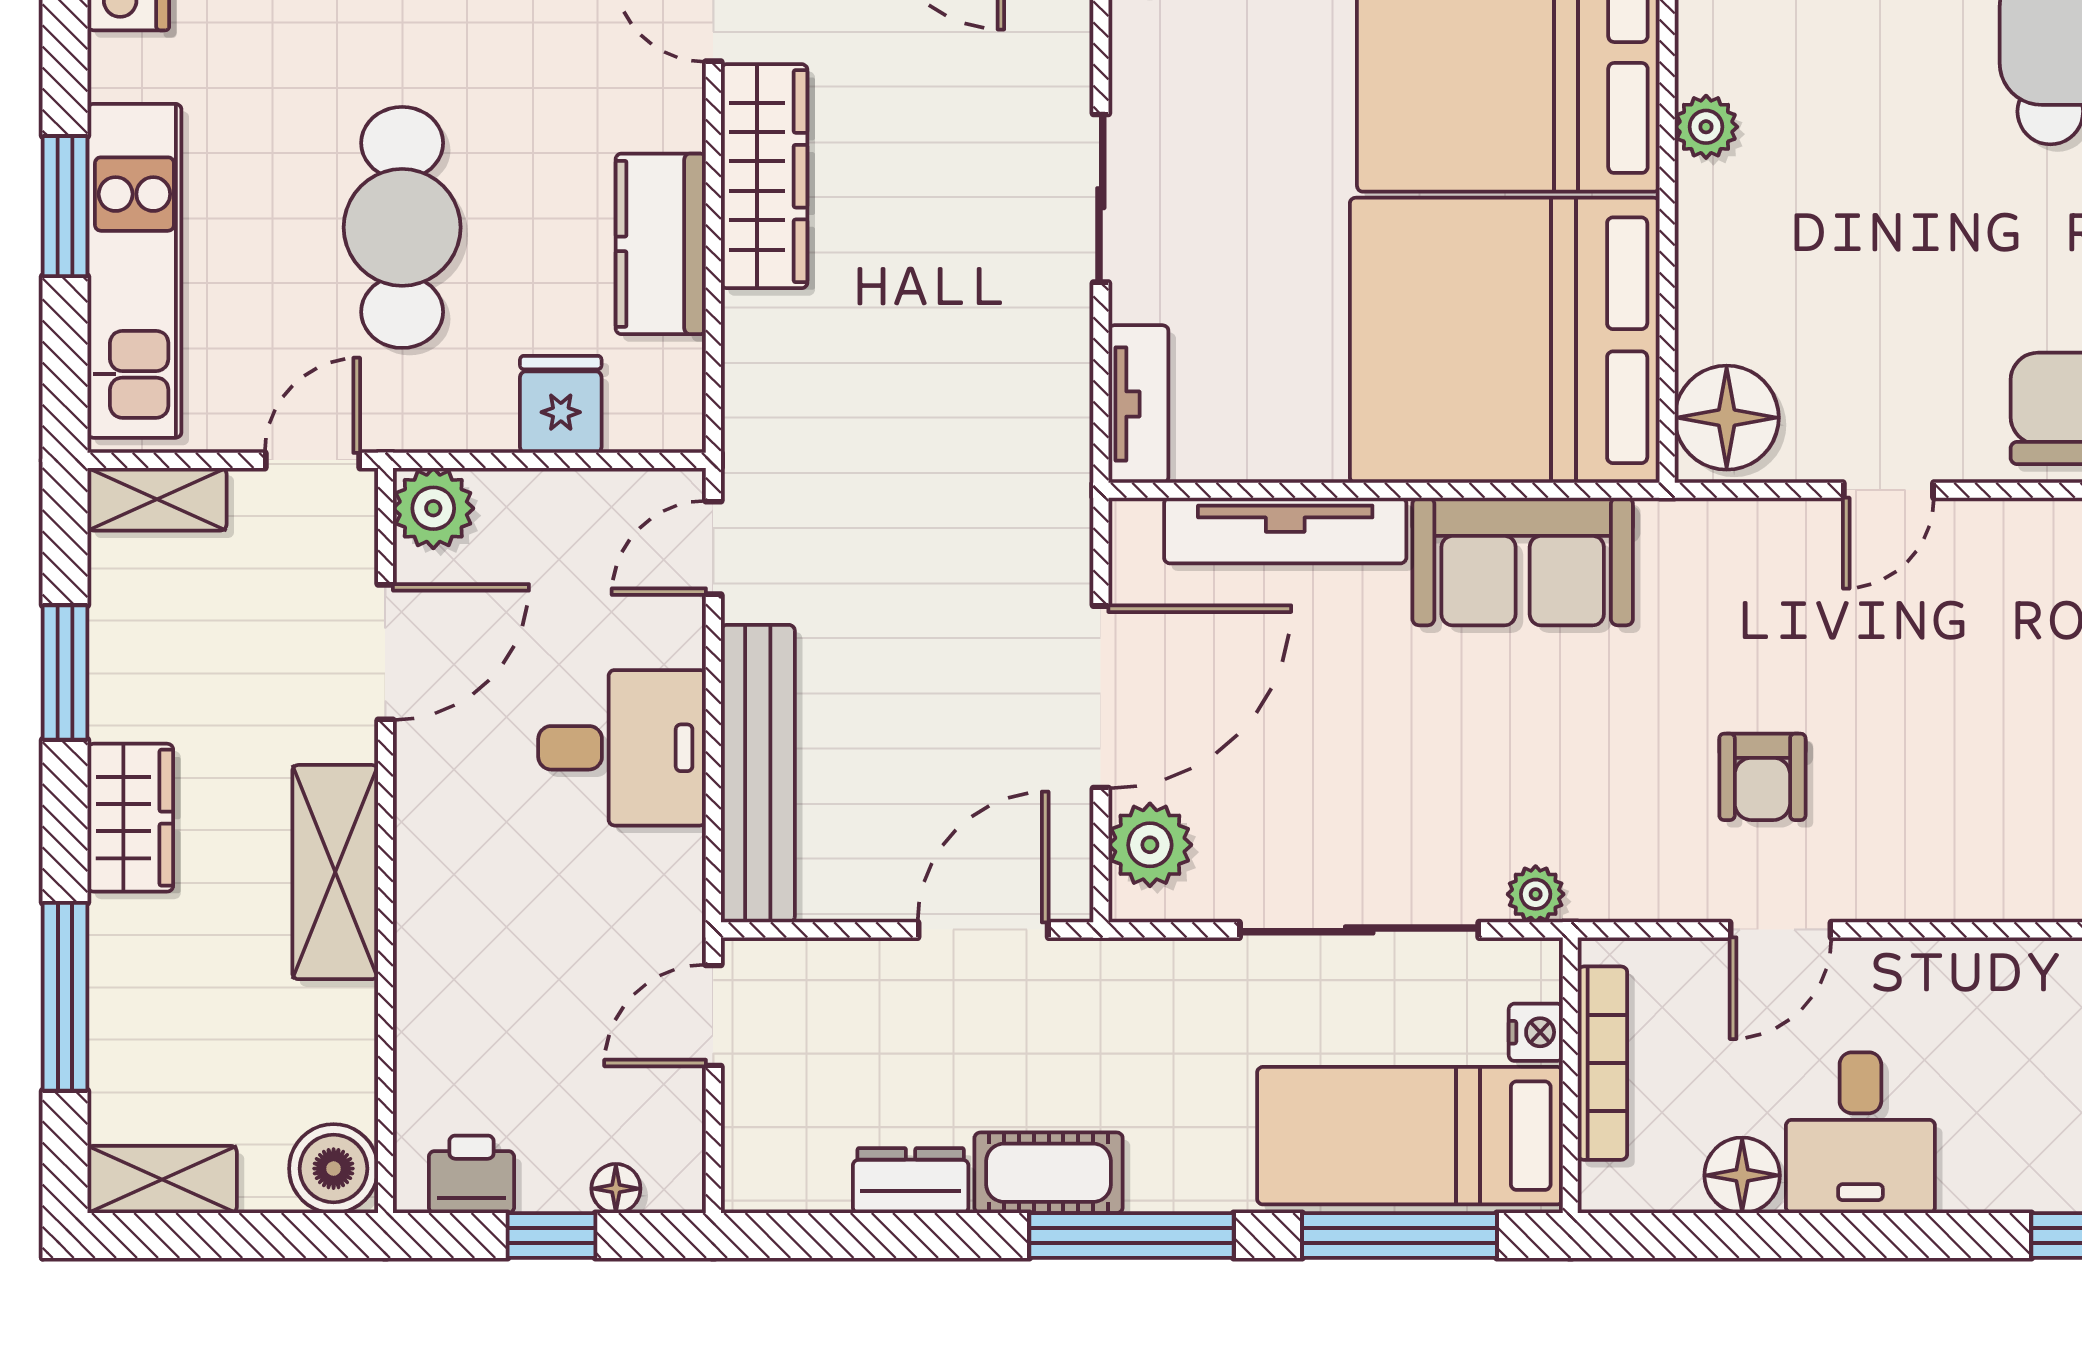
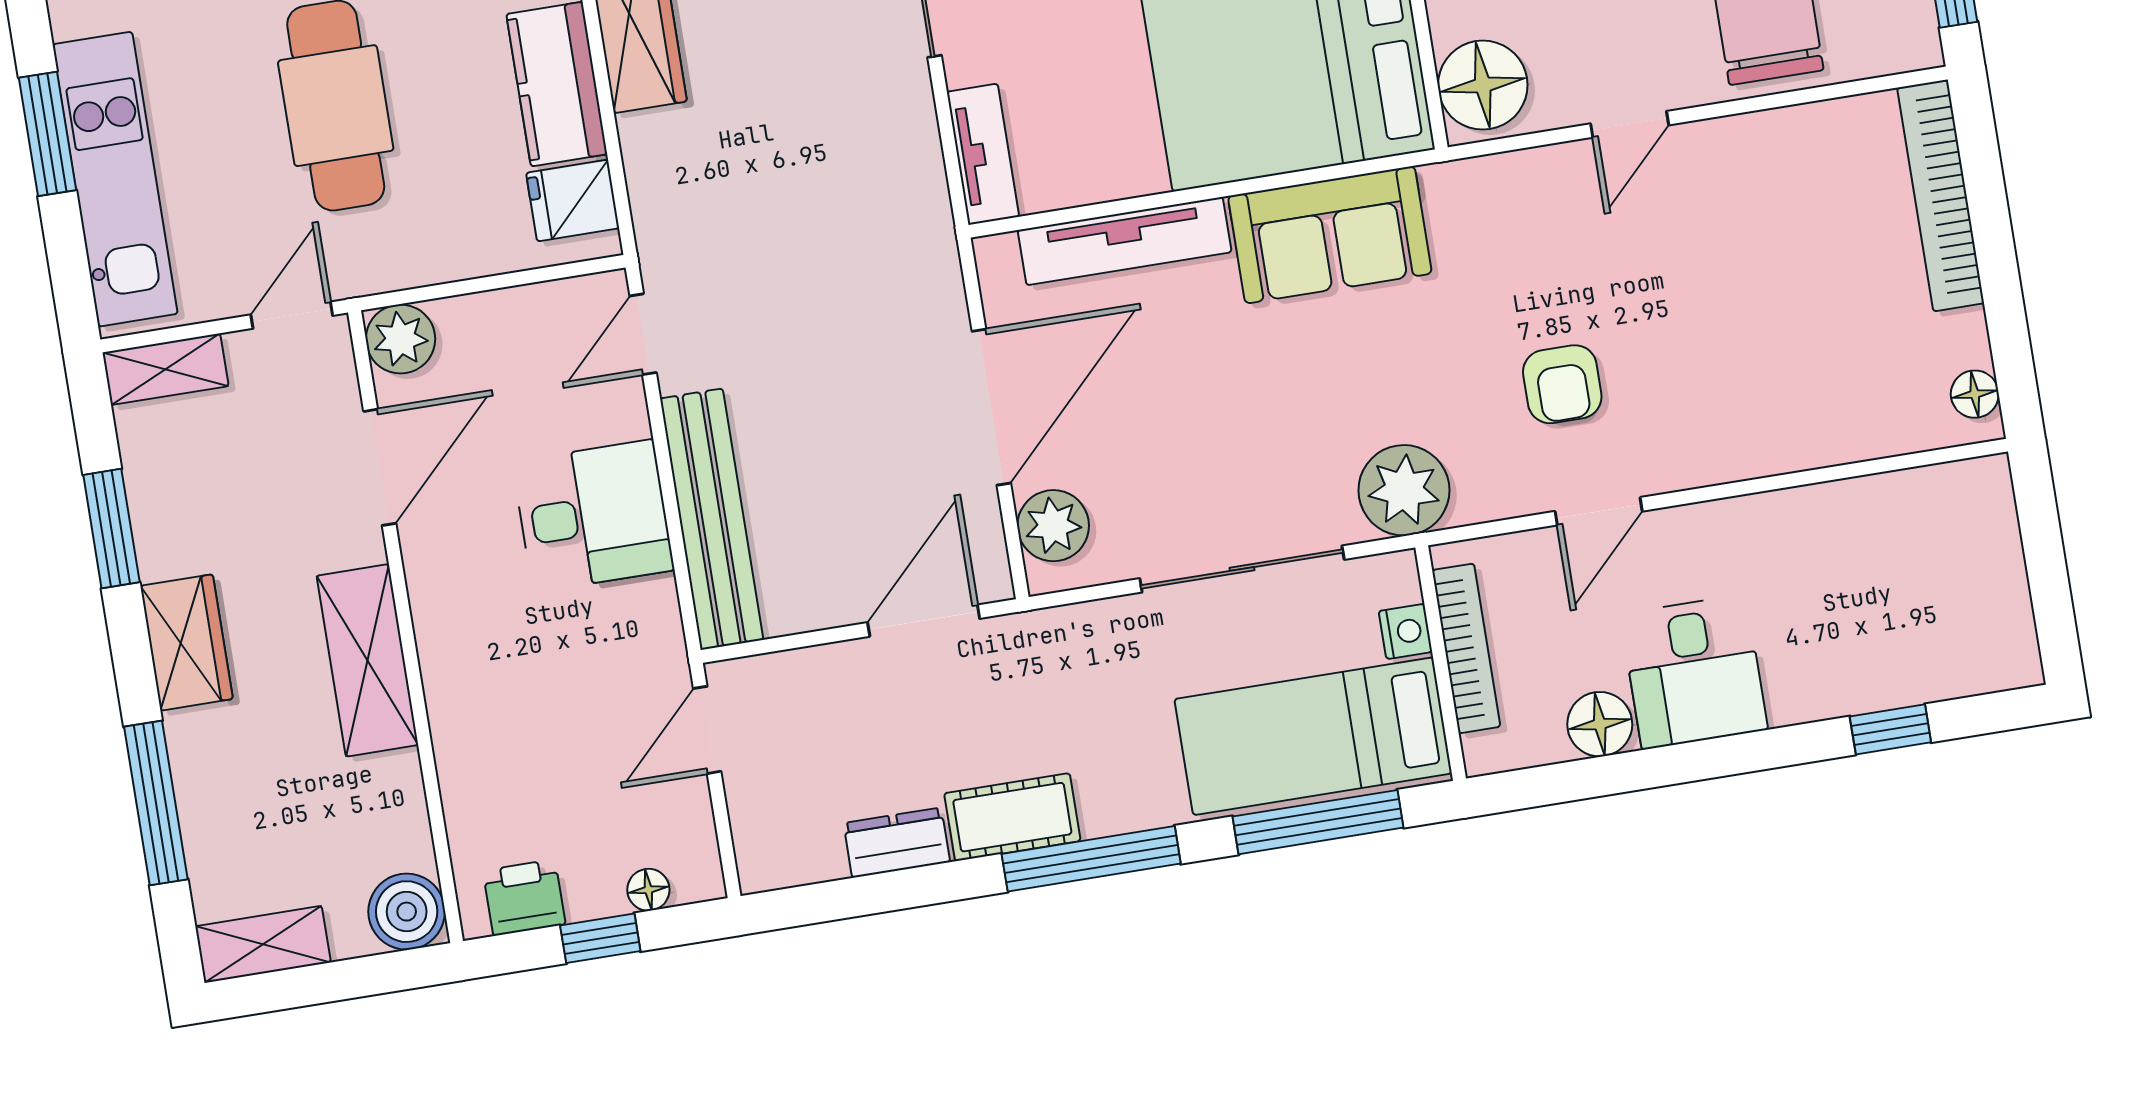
fridge: (561, 404) -> (573, 201), moved, turned -90
plant: (1536, 894) -> (1404, 490), width x1.88, depth x1.88

